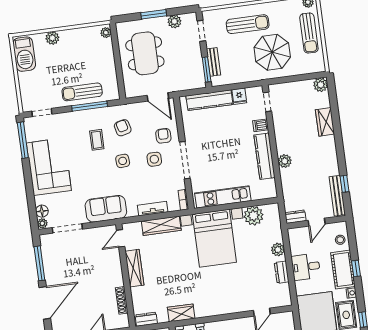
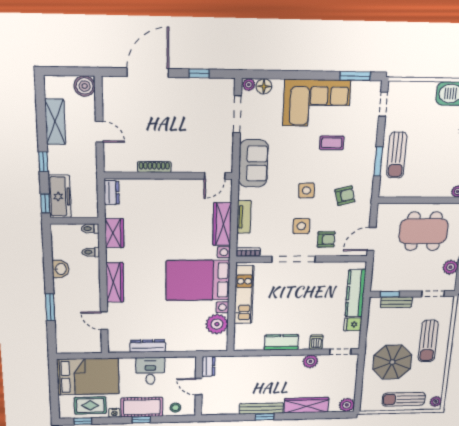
window: (207, 70) -> (390, 294), width x0.67
sun lounger: (82, 92) -> (397, 155), turned 180
window: (90, 106) -> (378, 161), width x0.69
wardrobe: (325, 122) -> (306, 405), width x1.50
window: (23, 140) -> (355, 76), width x0.69
coffee table: (97, 140) -> (332, 143), moved
kitchen counter: (264, 156) -> (281, 342), width x0.67
plant: (285, 161) -> (310, 361), moved
window: (345, 184) -> (264, 417), moved
bench: (337, 196) -> (261, 408), moved
door: (121, 238) -> (215, 176), swing flipped
plant: (278, 250) -> (174, 345), removed
window: (39, 263) -> (199, 73), width x0.46
wardrobe: (134, 268) -> (115, 282), moved, turned -90
dresser: (282, 272) -> (148, 346), width x1.44
shoe rack: (122, 300) -> (154, 167), moved
door: (45, 303) -> (148, 73), swing flipped

